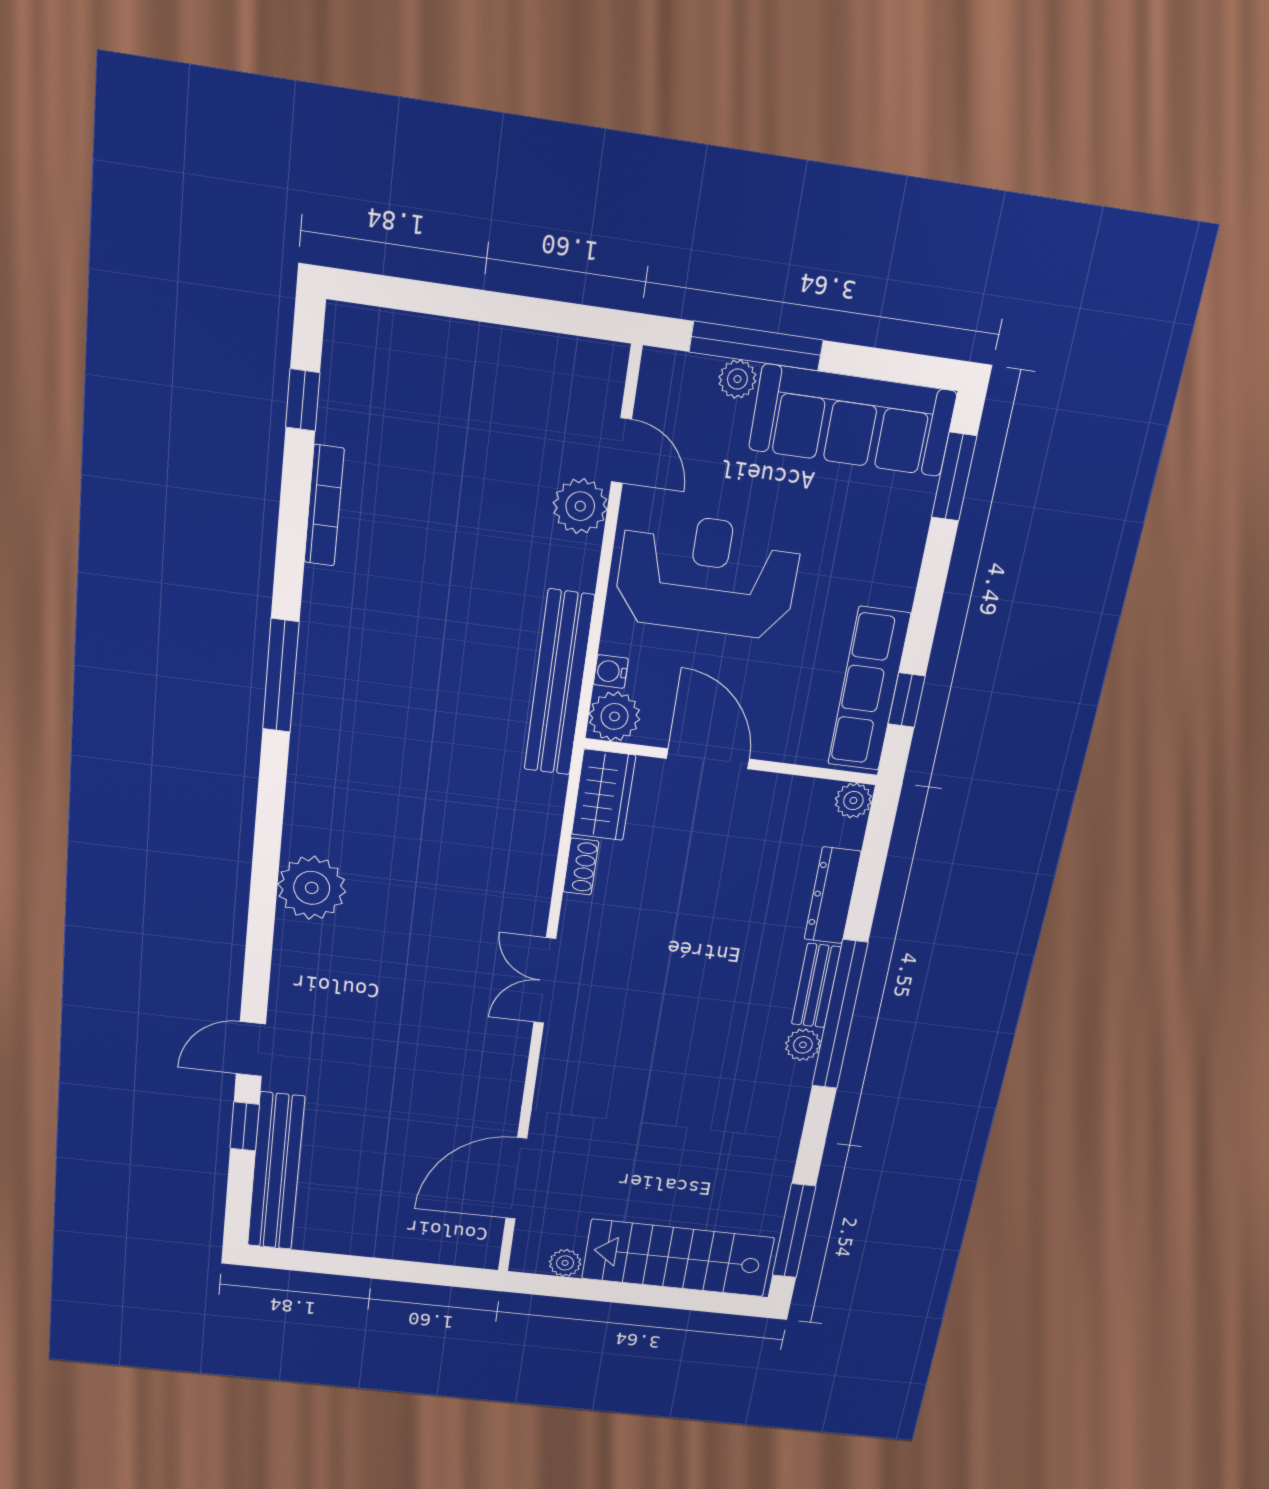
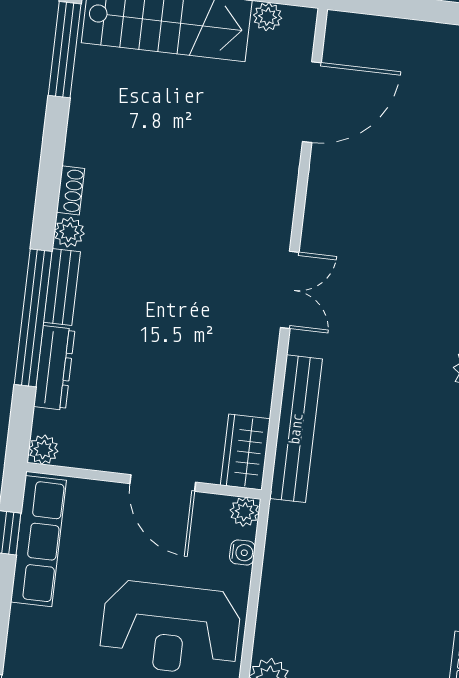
bench: (559, 683) -> (296, 429), moved
plant: (614, 716) -> (245, 512), width x0.73, depth x0.73
shoe rack: (581, 867) -> (70, 190), moved, turned 180
window: (840, 1015) -> (33, 318), moved

